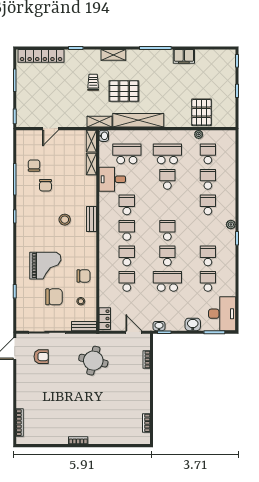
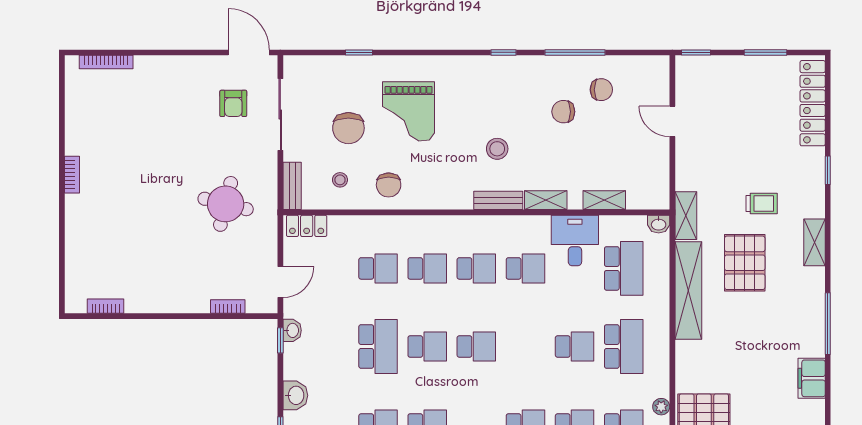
shelving: (91, 141) -> (546, 200), moved

